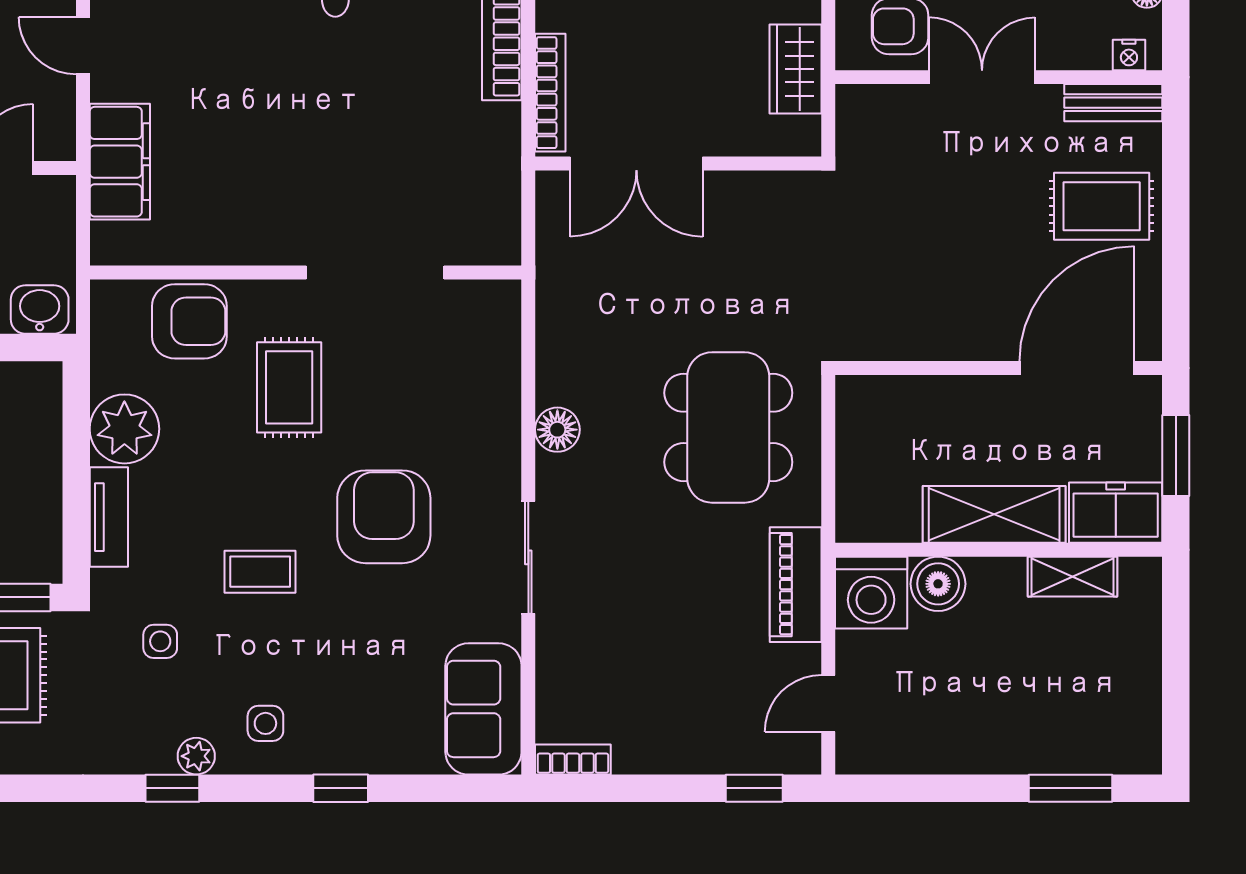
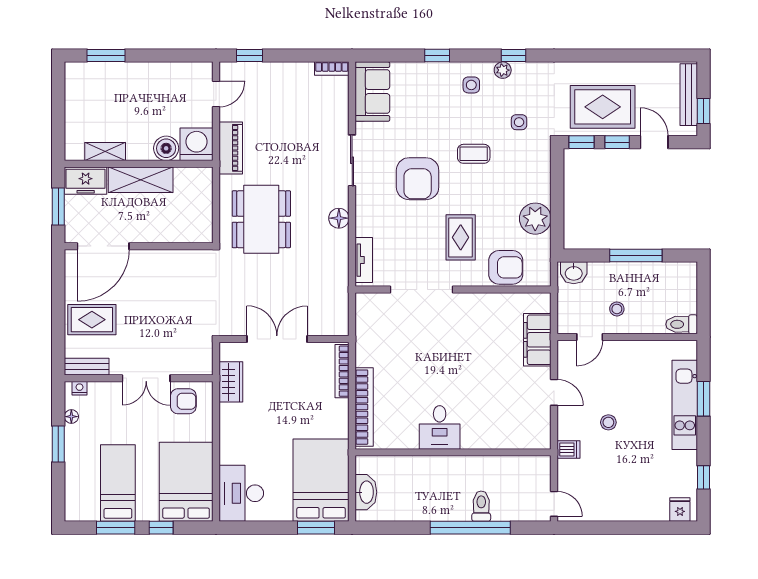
double door: (636, 163) -> (277, 339), moved
armchair: (189, 321) -> (506, 267), turned 180
tv unit: (109, 517) -> (364, 260), moved, turned 180

